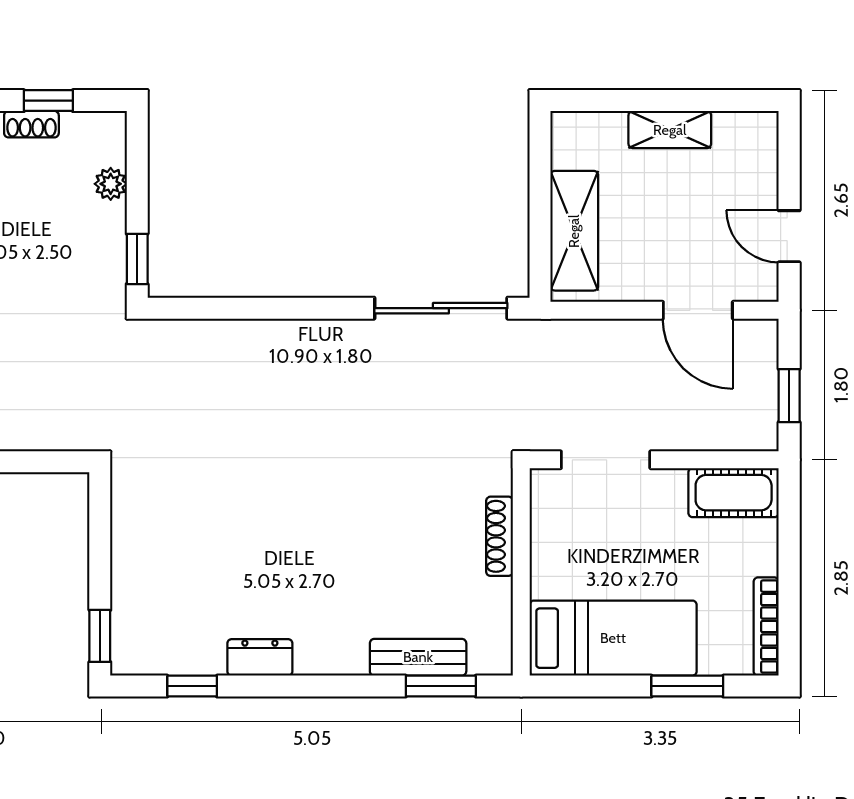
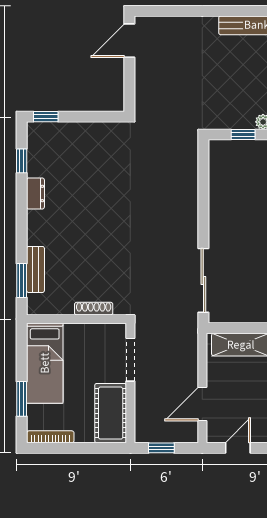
window: (137, 259) -> (243, 134), moved
cot: (734, 493) -> (111, 413), width x1.37, depth x1.34

